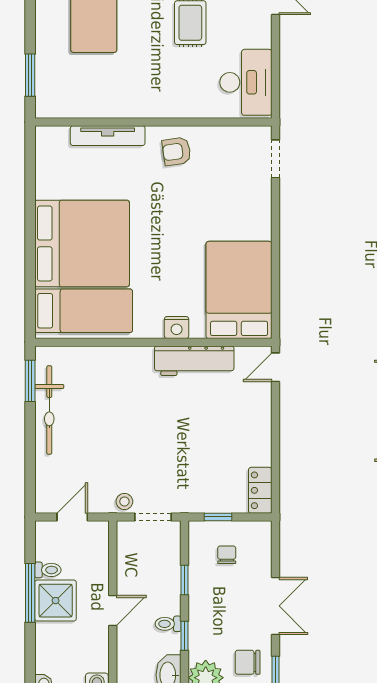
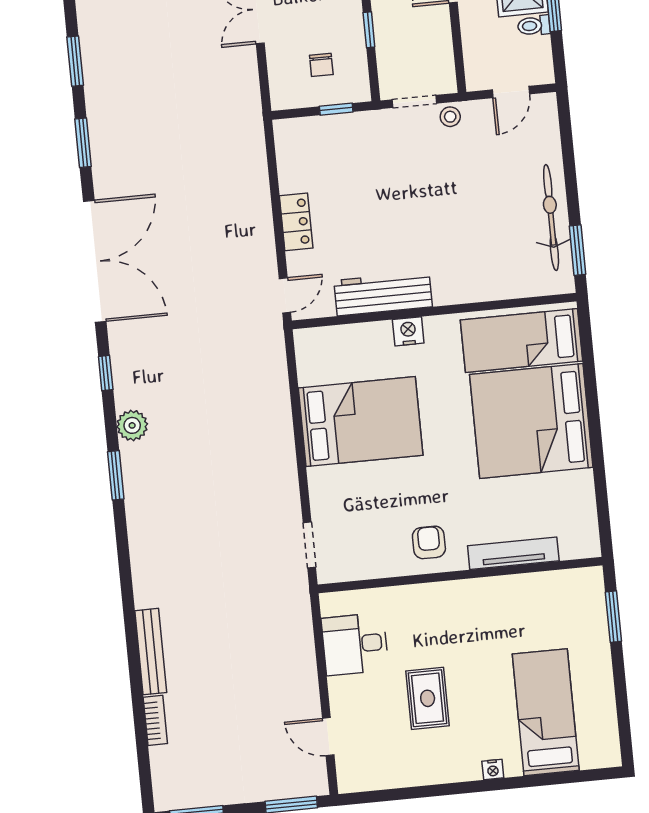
desk: (246, 82) -> (355, 644), width x0.73
armchair: (177, 151) -> (429, 542), turned -82
bed: (239, 290) -> (361, 422), moved, turned -90
locker: (260, 490) -> (296, 222), moved

